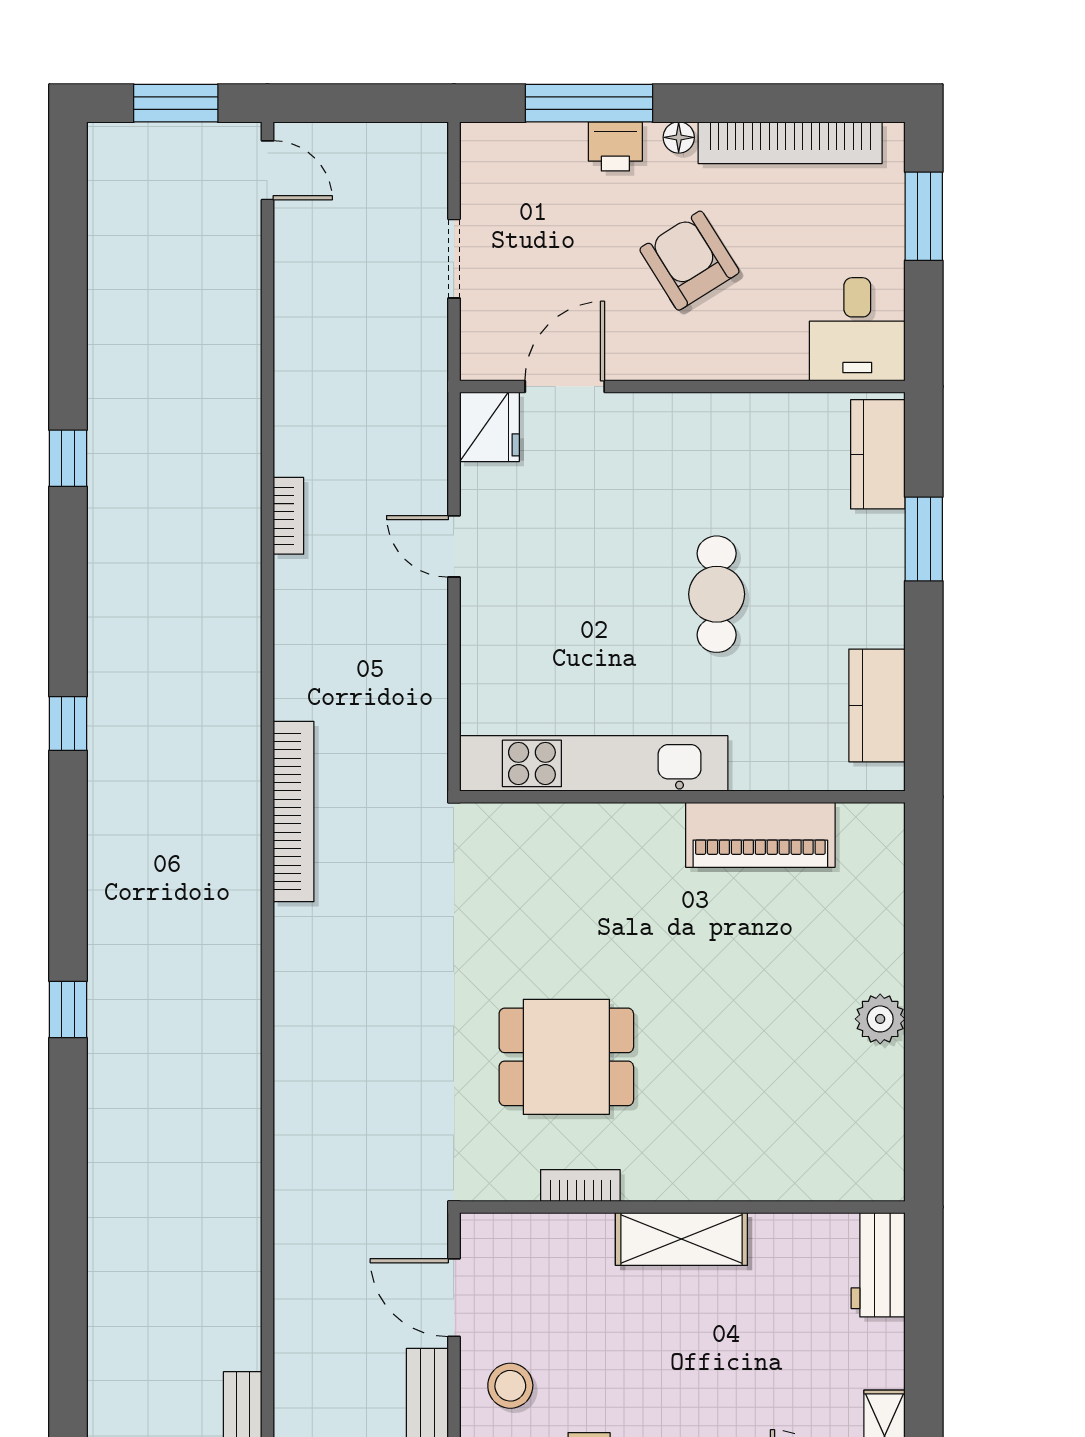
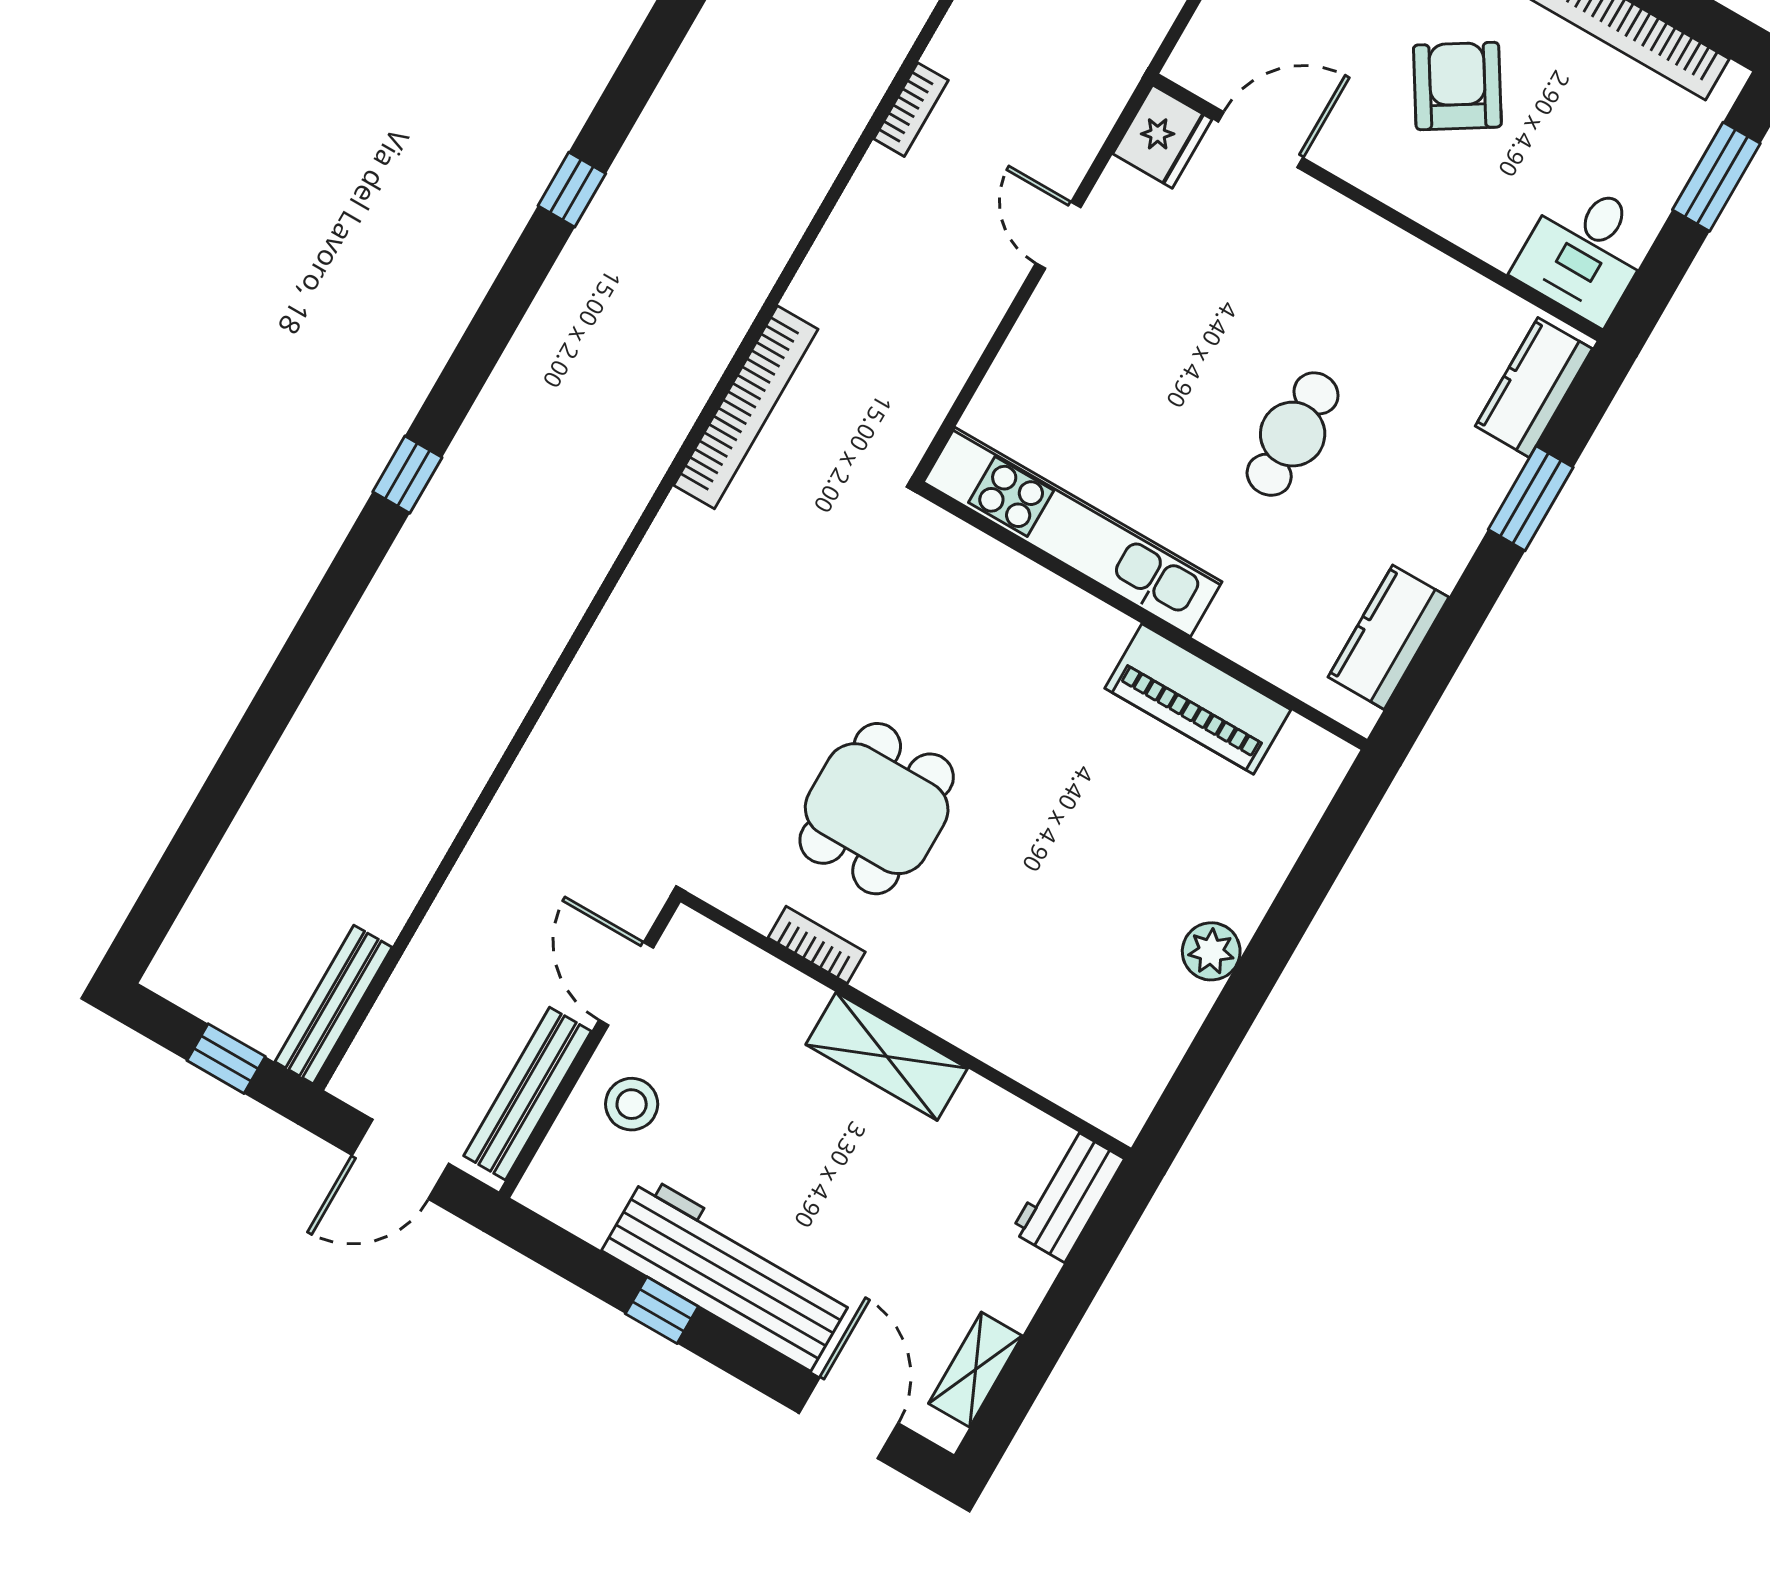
dining table: (566, 1057) -> (877, 809), turned 90

